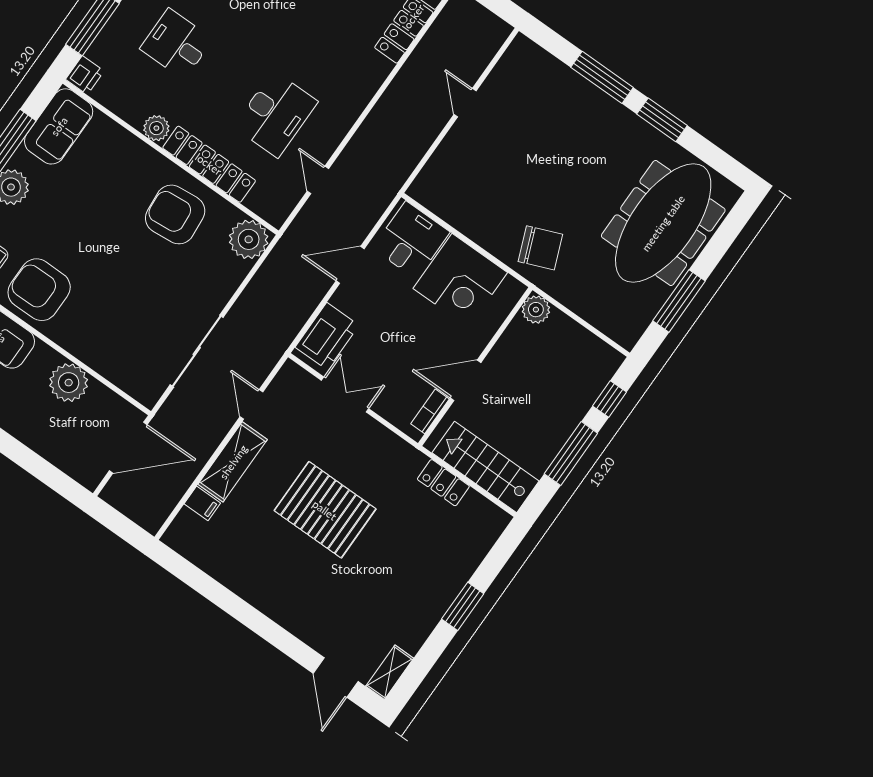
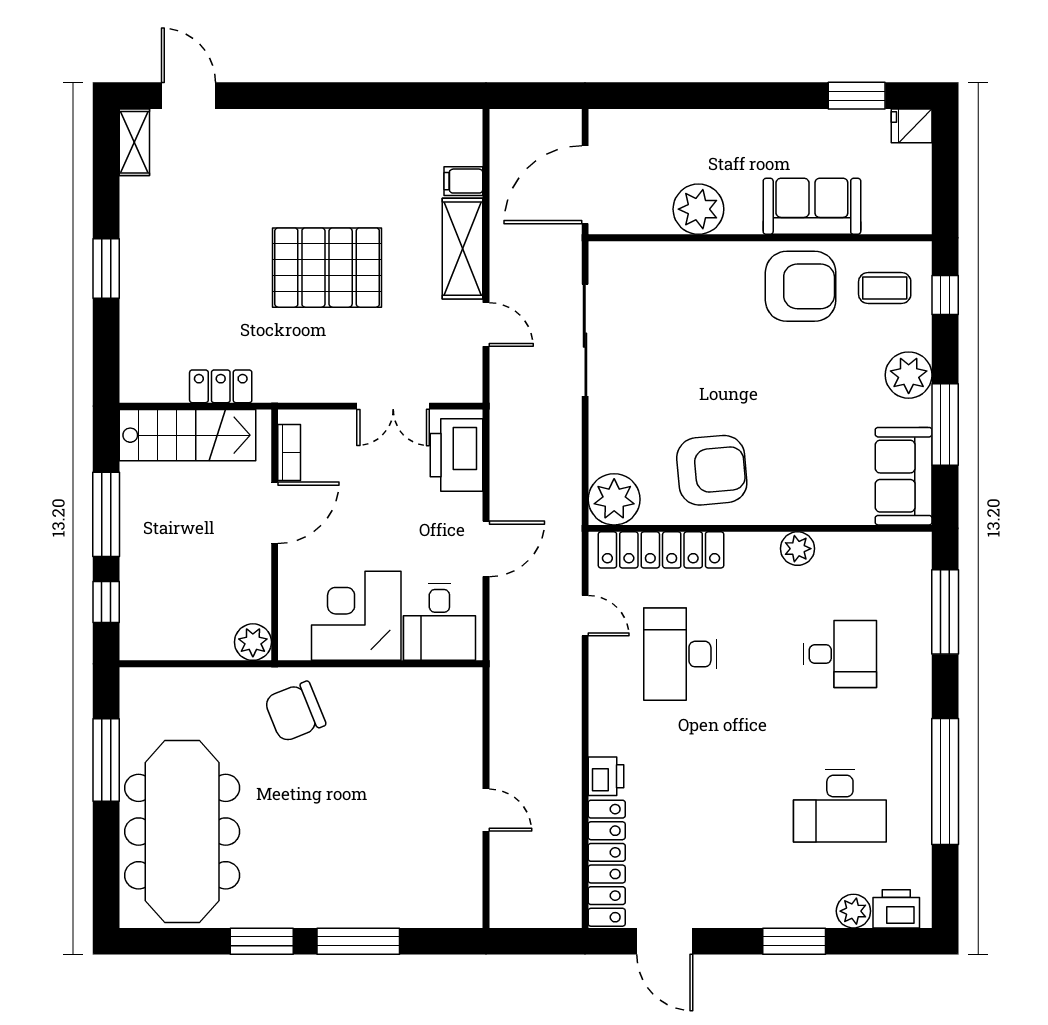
printer: (85, 75) -> (606, 776), moved, turned 180
locker: (209, 164) -> (661, 550), moved

